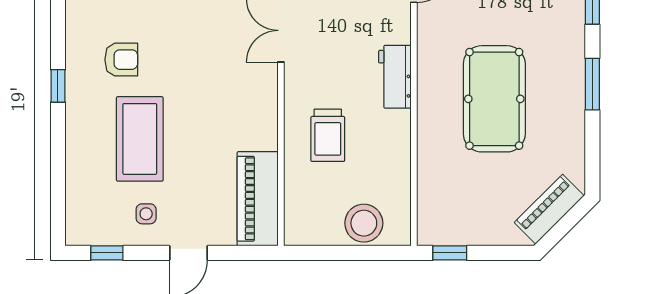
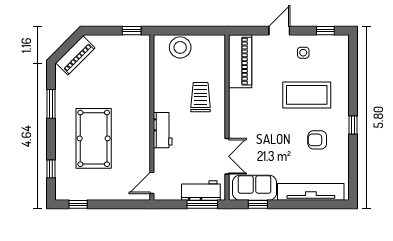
window: (592, 84) -> (51, 104), moved
pool table: (494, 99) -> (94, 138), moved
coffee table: (140, 139) -> (307, 95), turned 90

